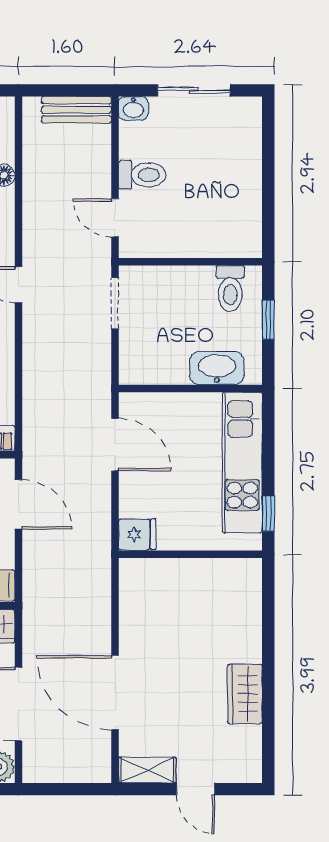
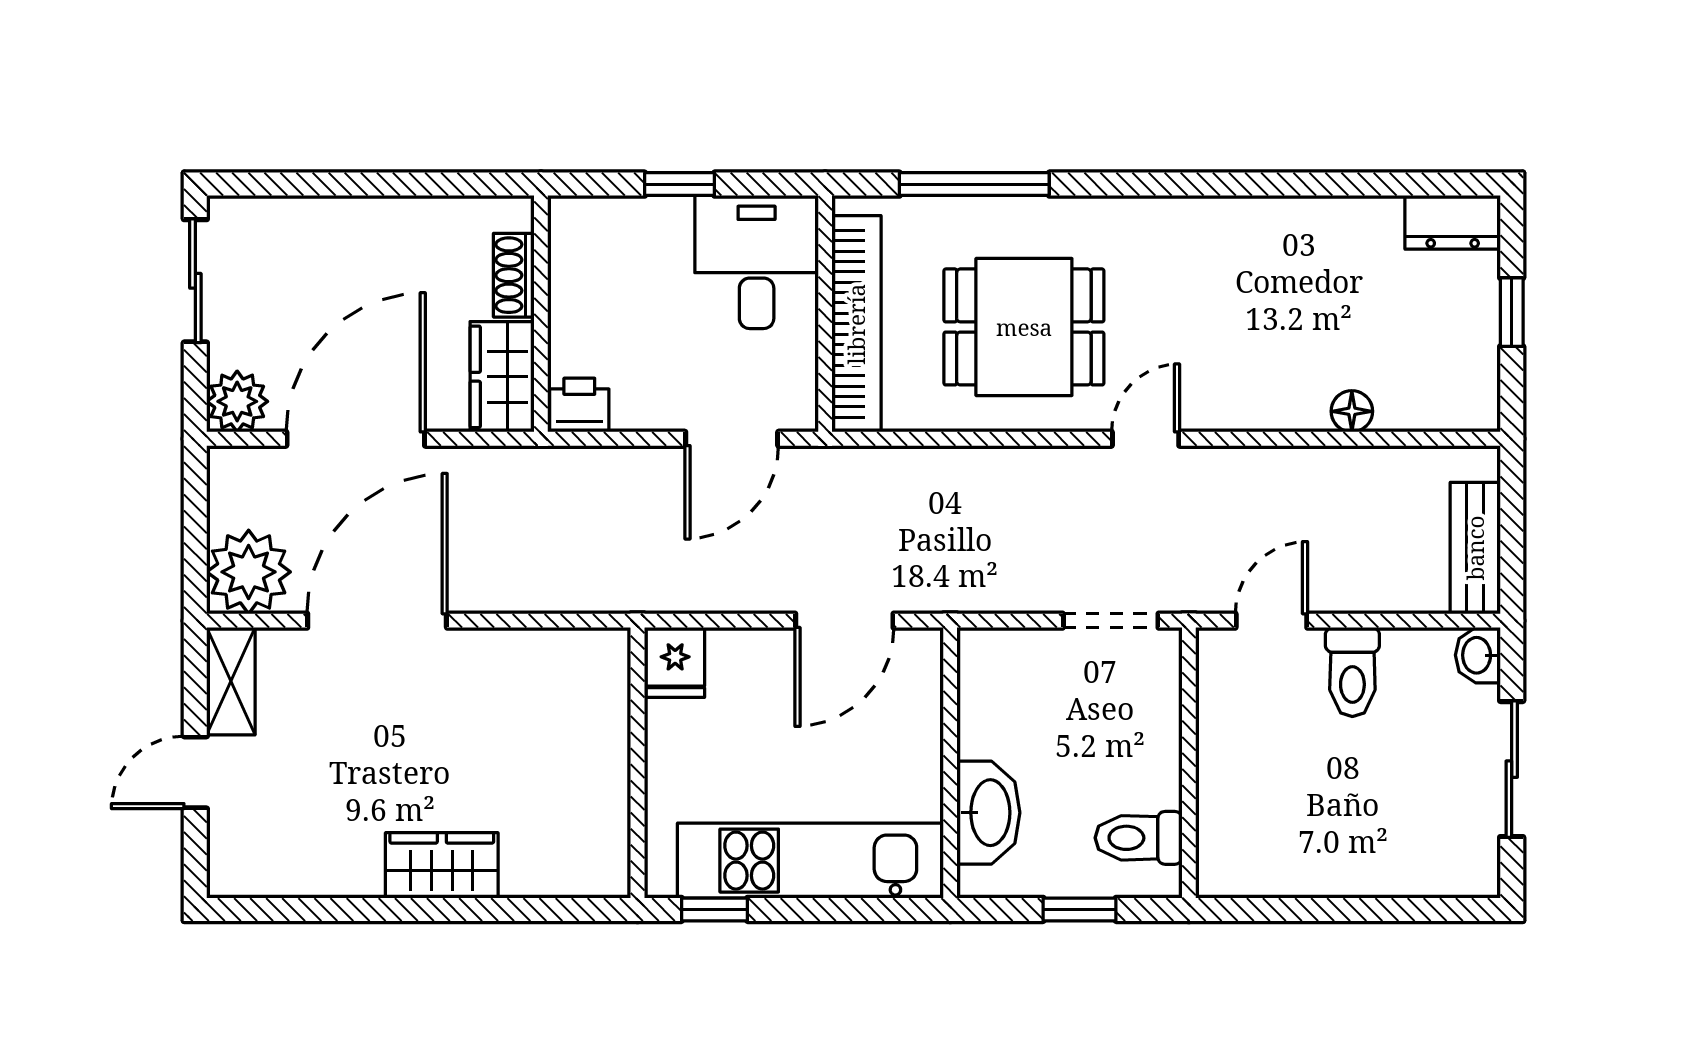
wardrobe: (245, 694) -> (442, 865), moved
plant: (89, 761) -> (249, 572), added

